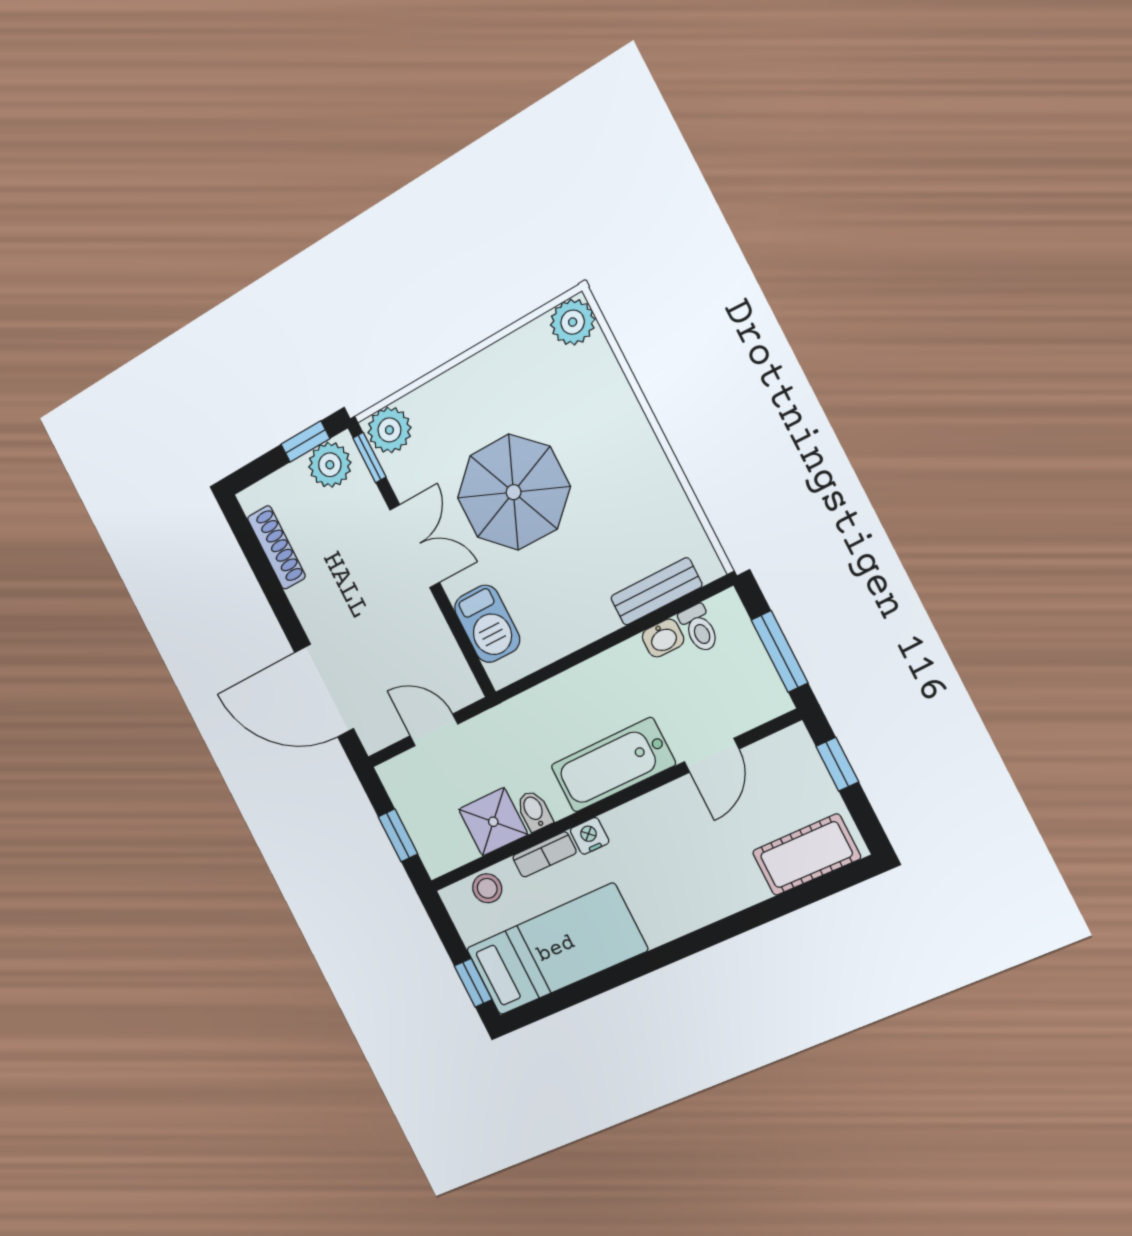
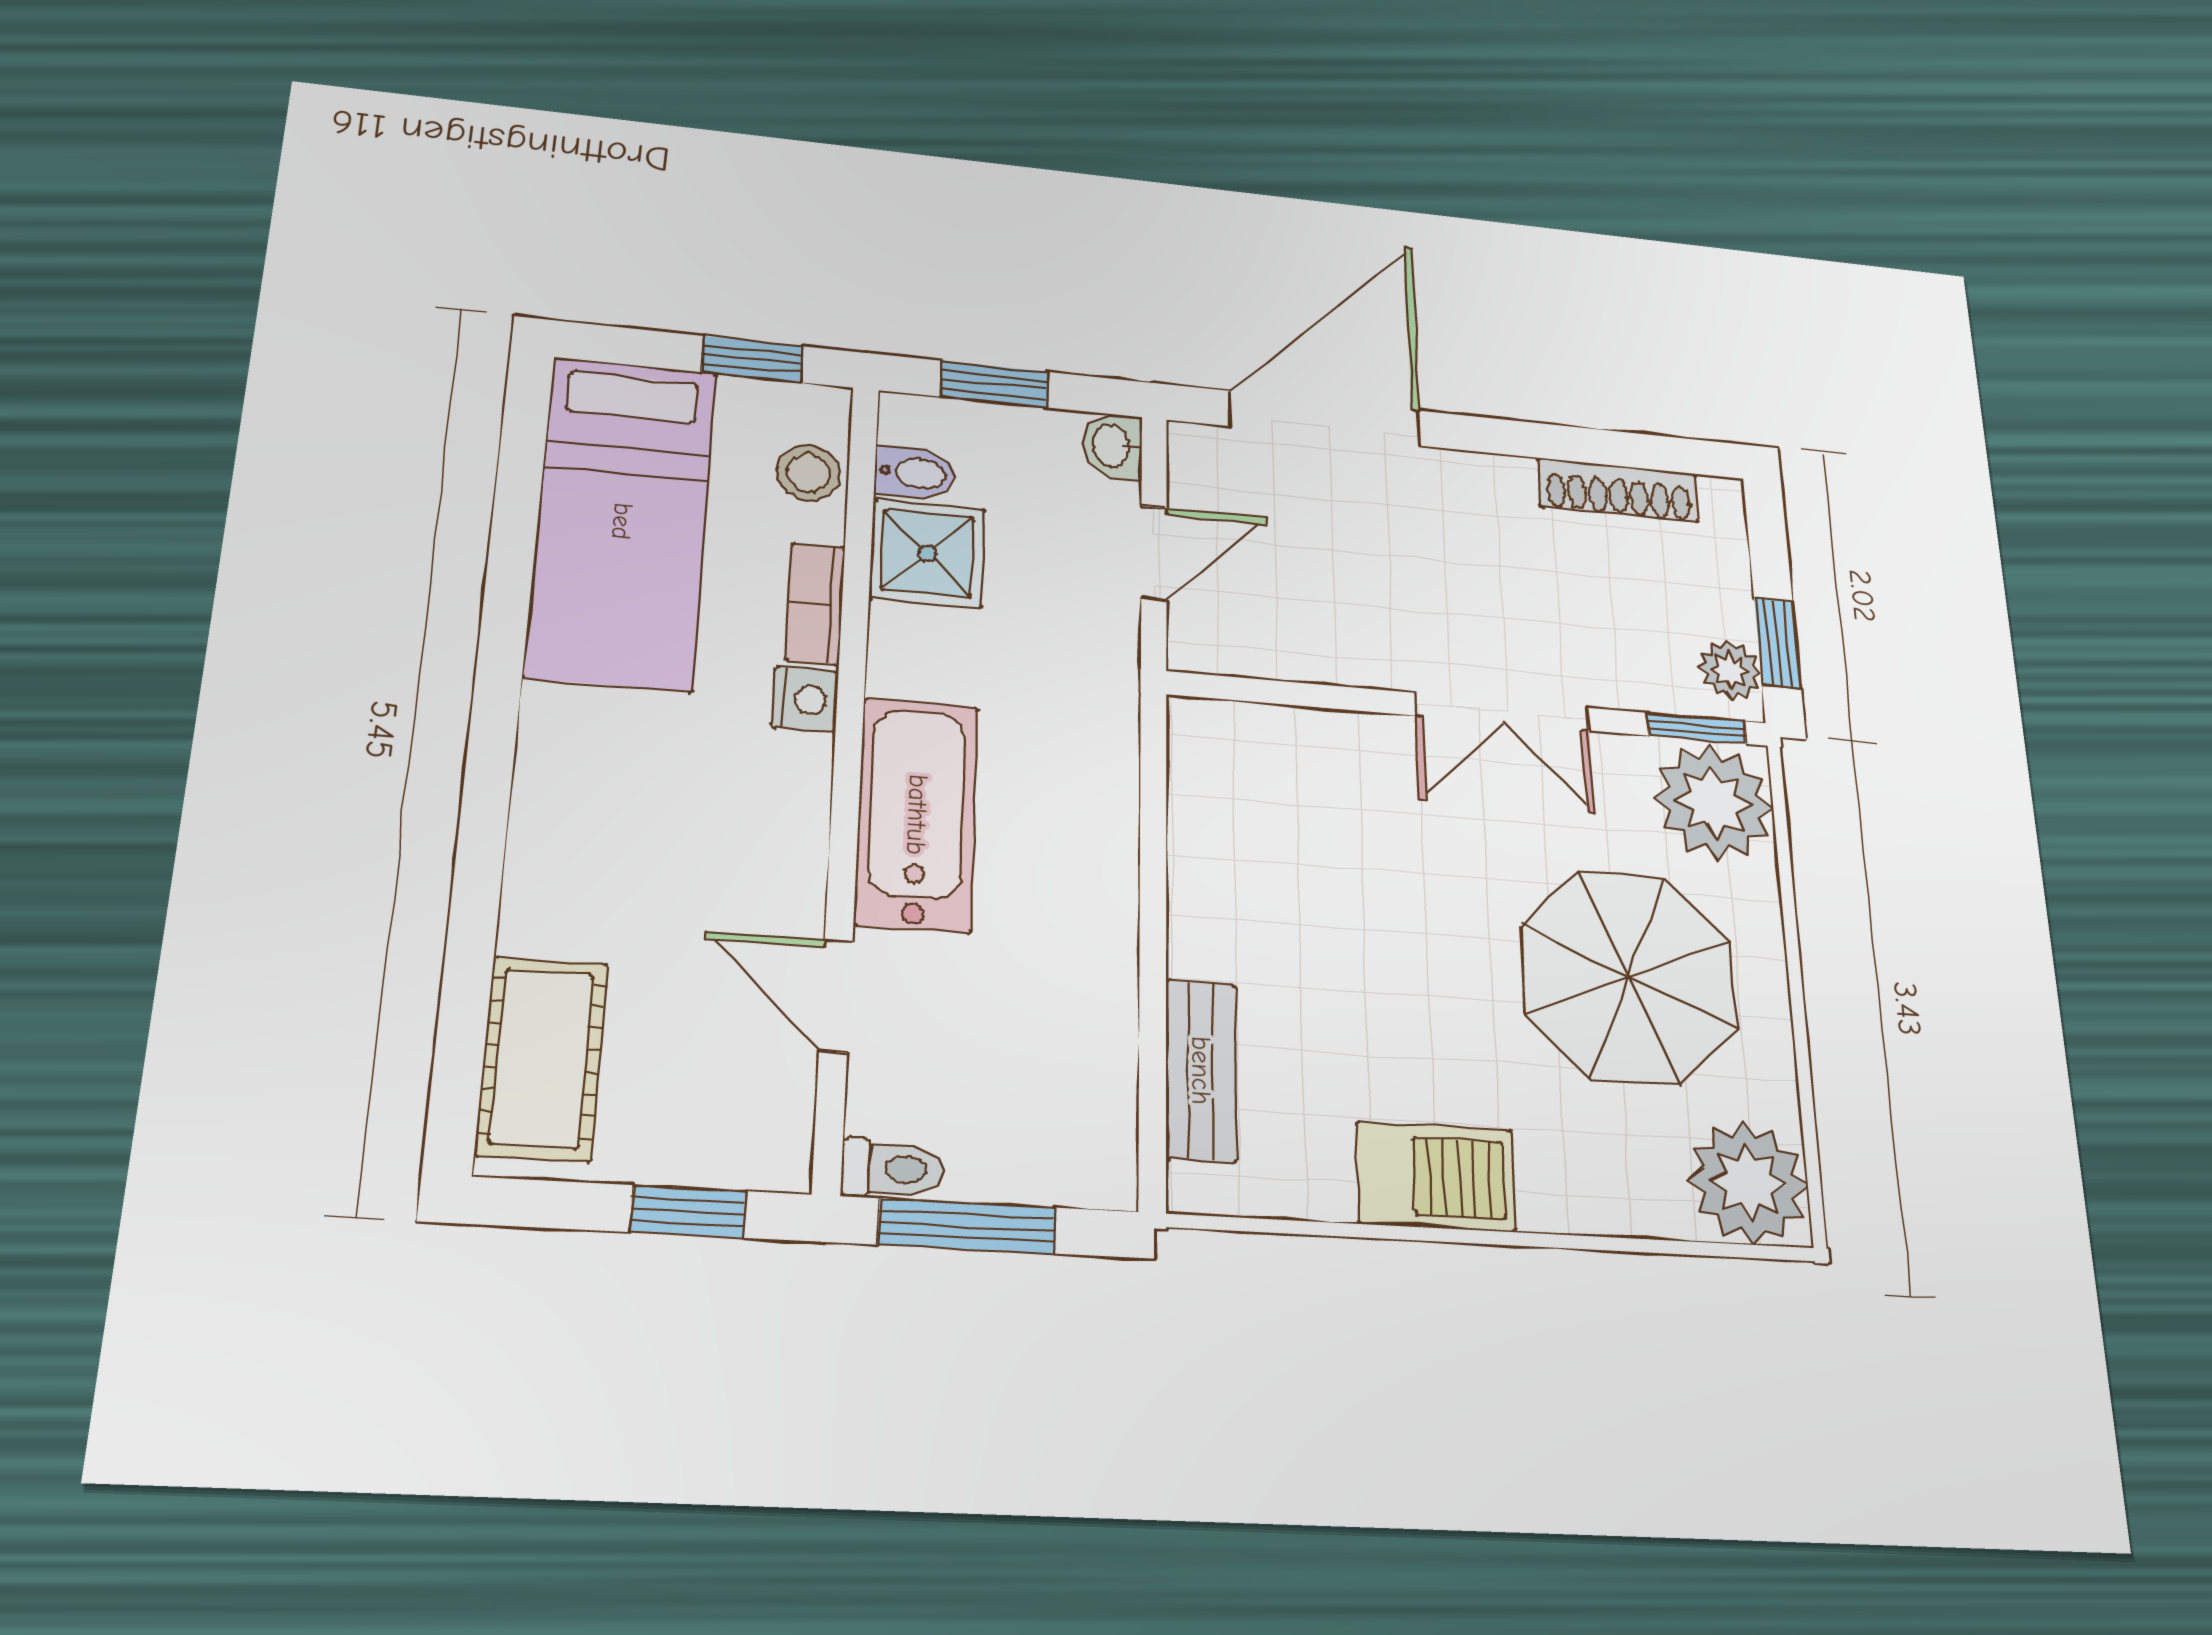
plant: (573, 322) -> (1748, 1183), width x1.36, depth x1.36
plant: (389, 430) -> (1714, 802), width x1.36, depth x1.36
plant: (330, 465) -> (1730, 670), width x0.73, depth x0.73
parasol: (514, 492) -> (1629, 977), moved
barbecue: (487, 624) -> (1436, 1177), moved, turned 180
toilet: (699, 628) -> (892, 1169), moved, turned 180
washbasin: (663, 638) -> (1113, 446), moved
bidet: (534, 811) -> (915, 473), moved
window: (473, 983) -> (752, 359), moved

